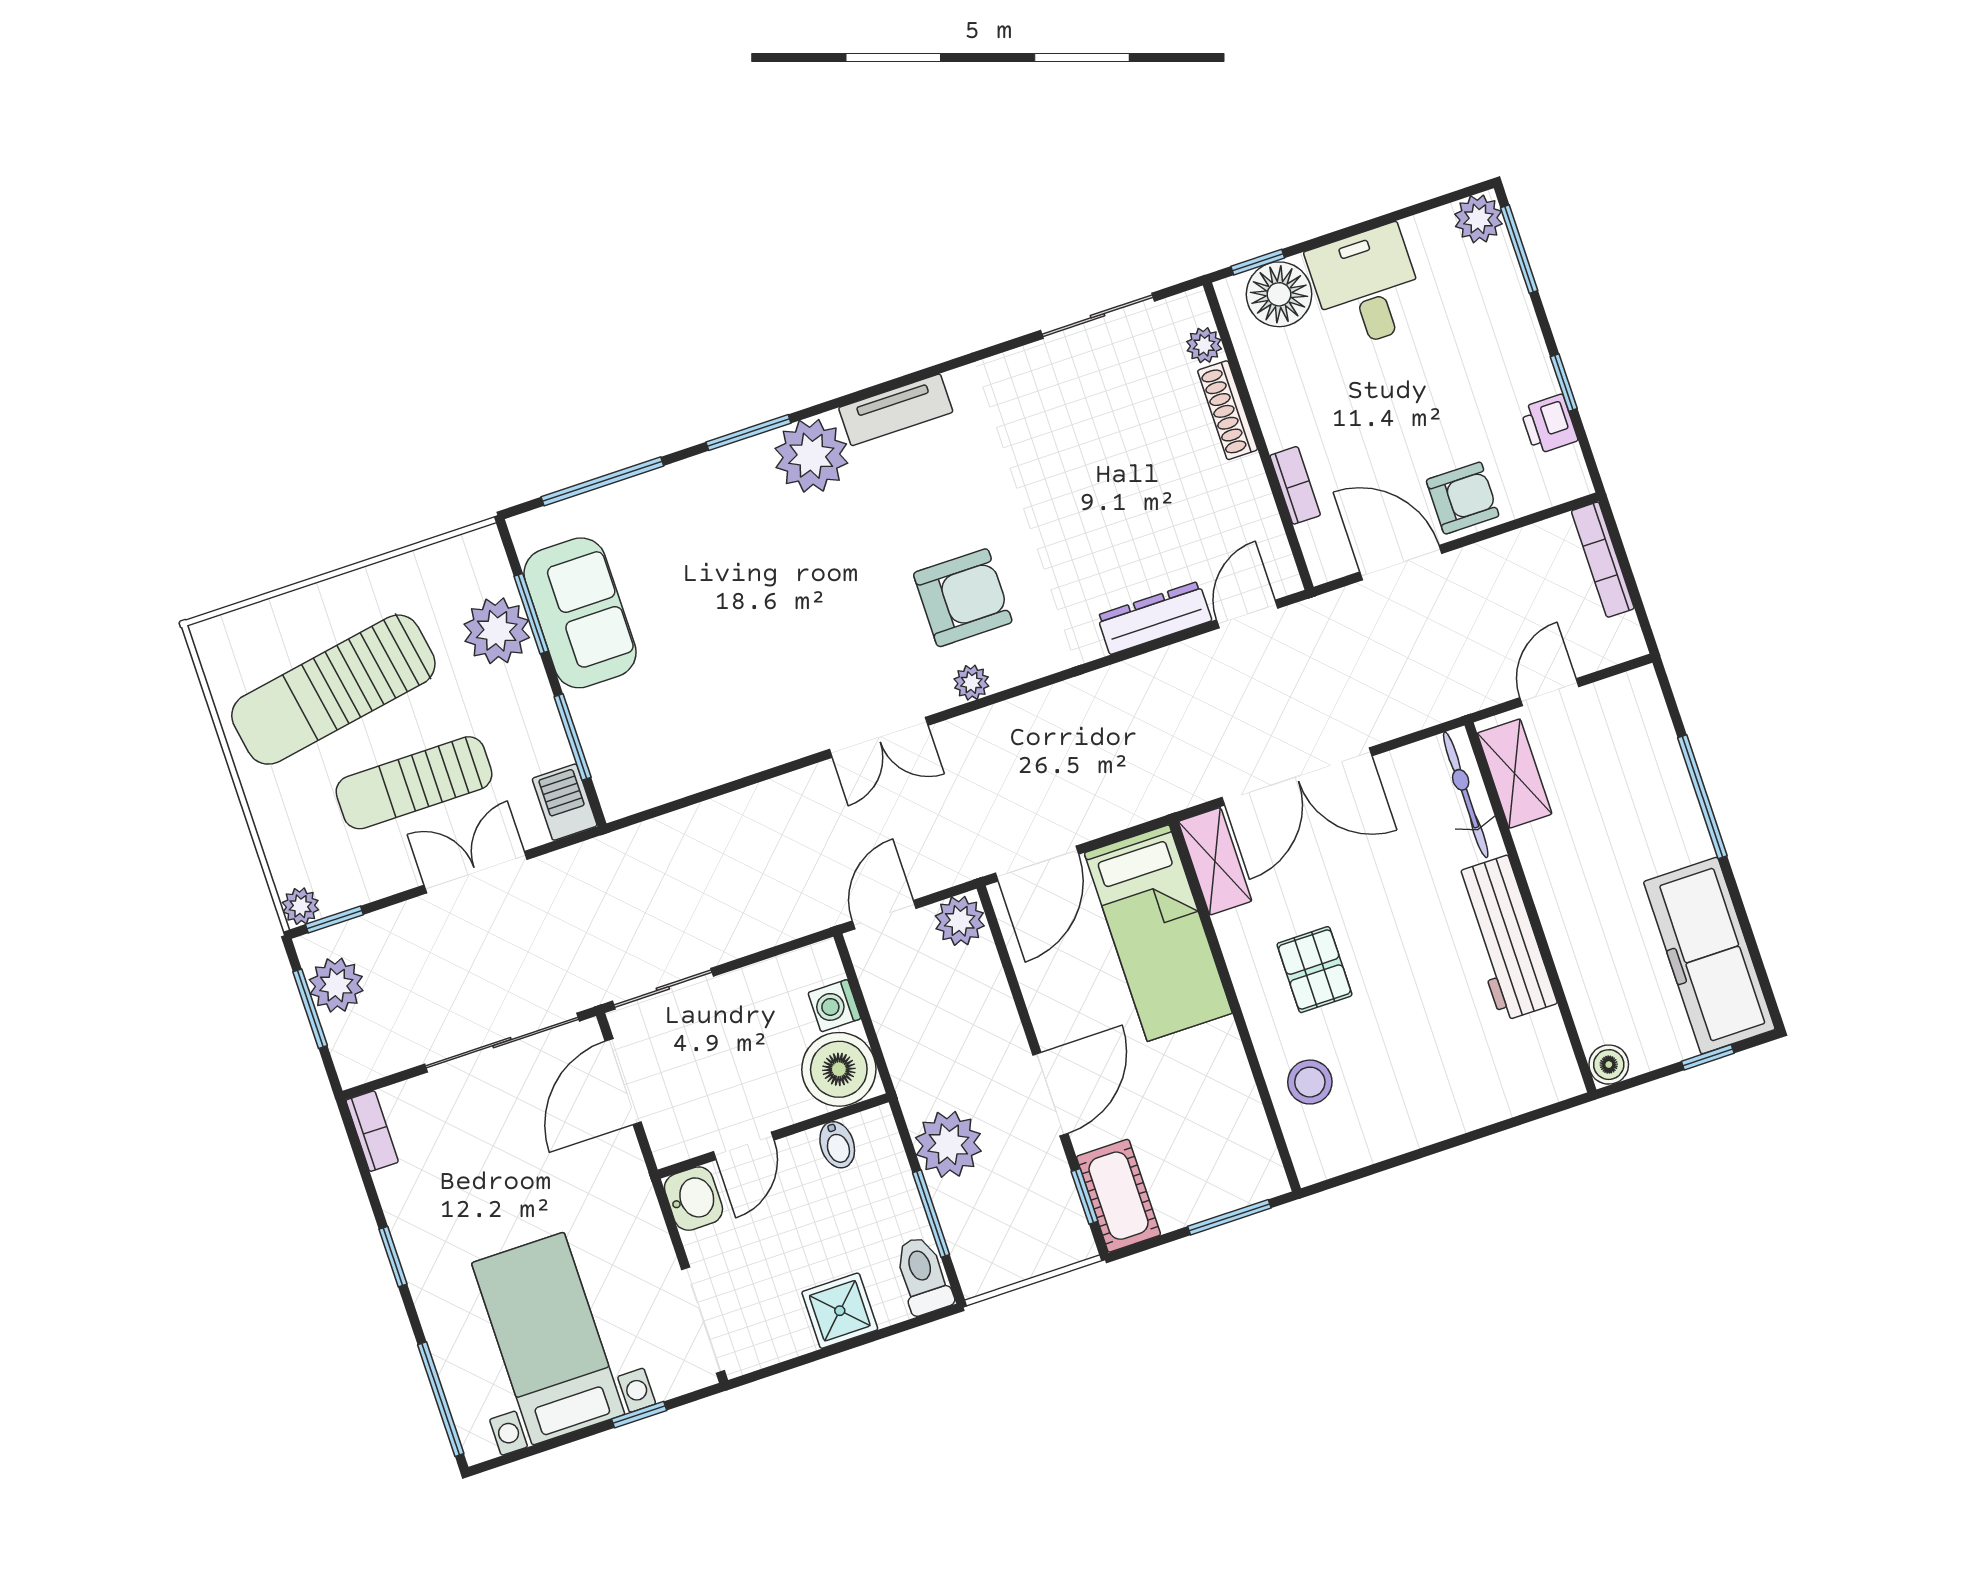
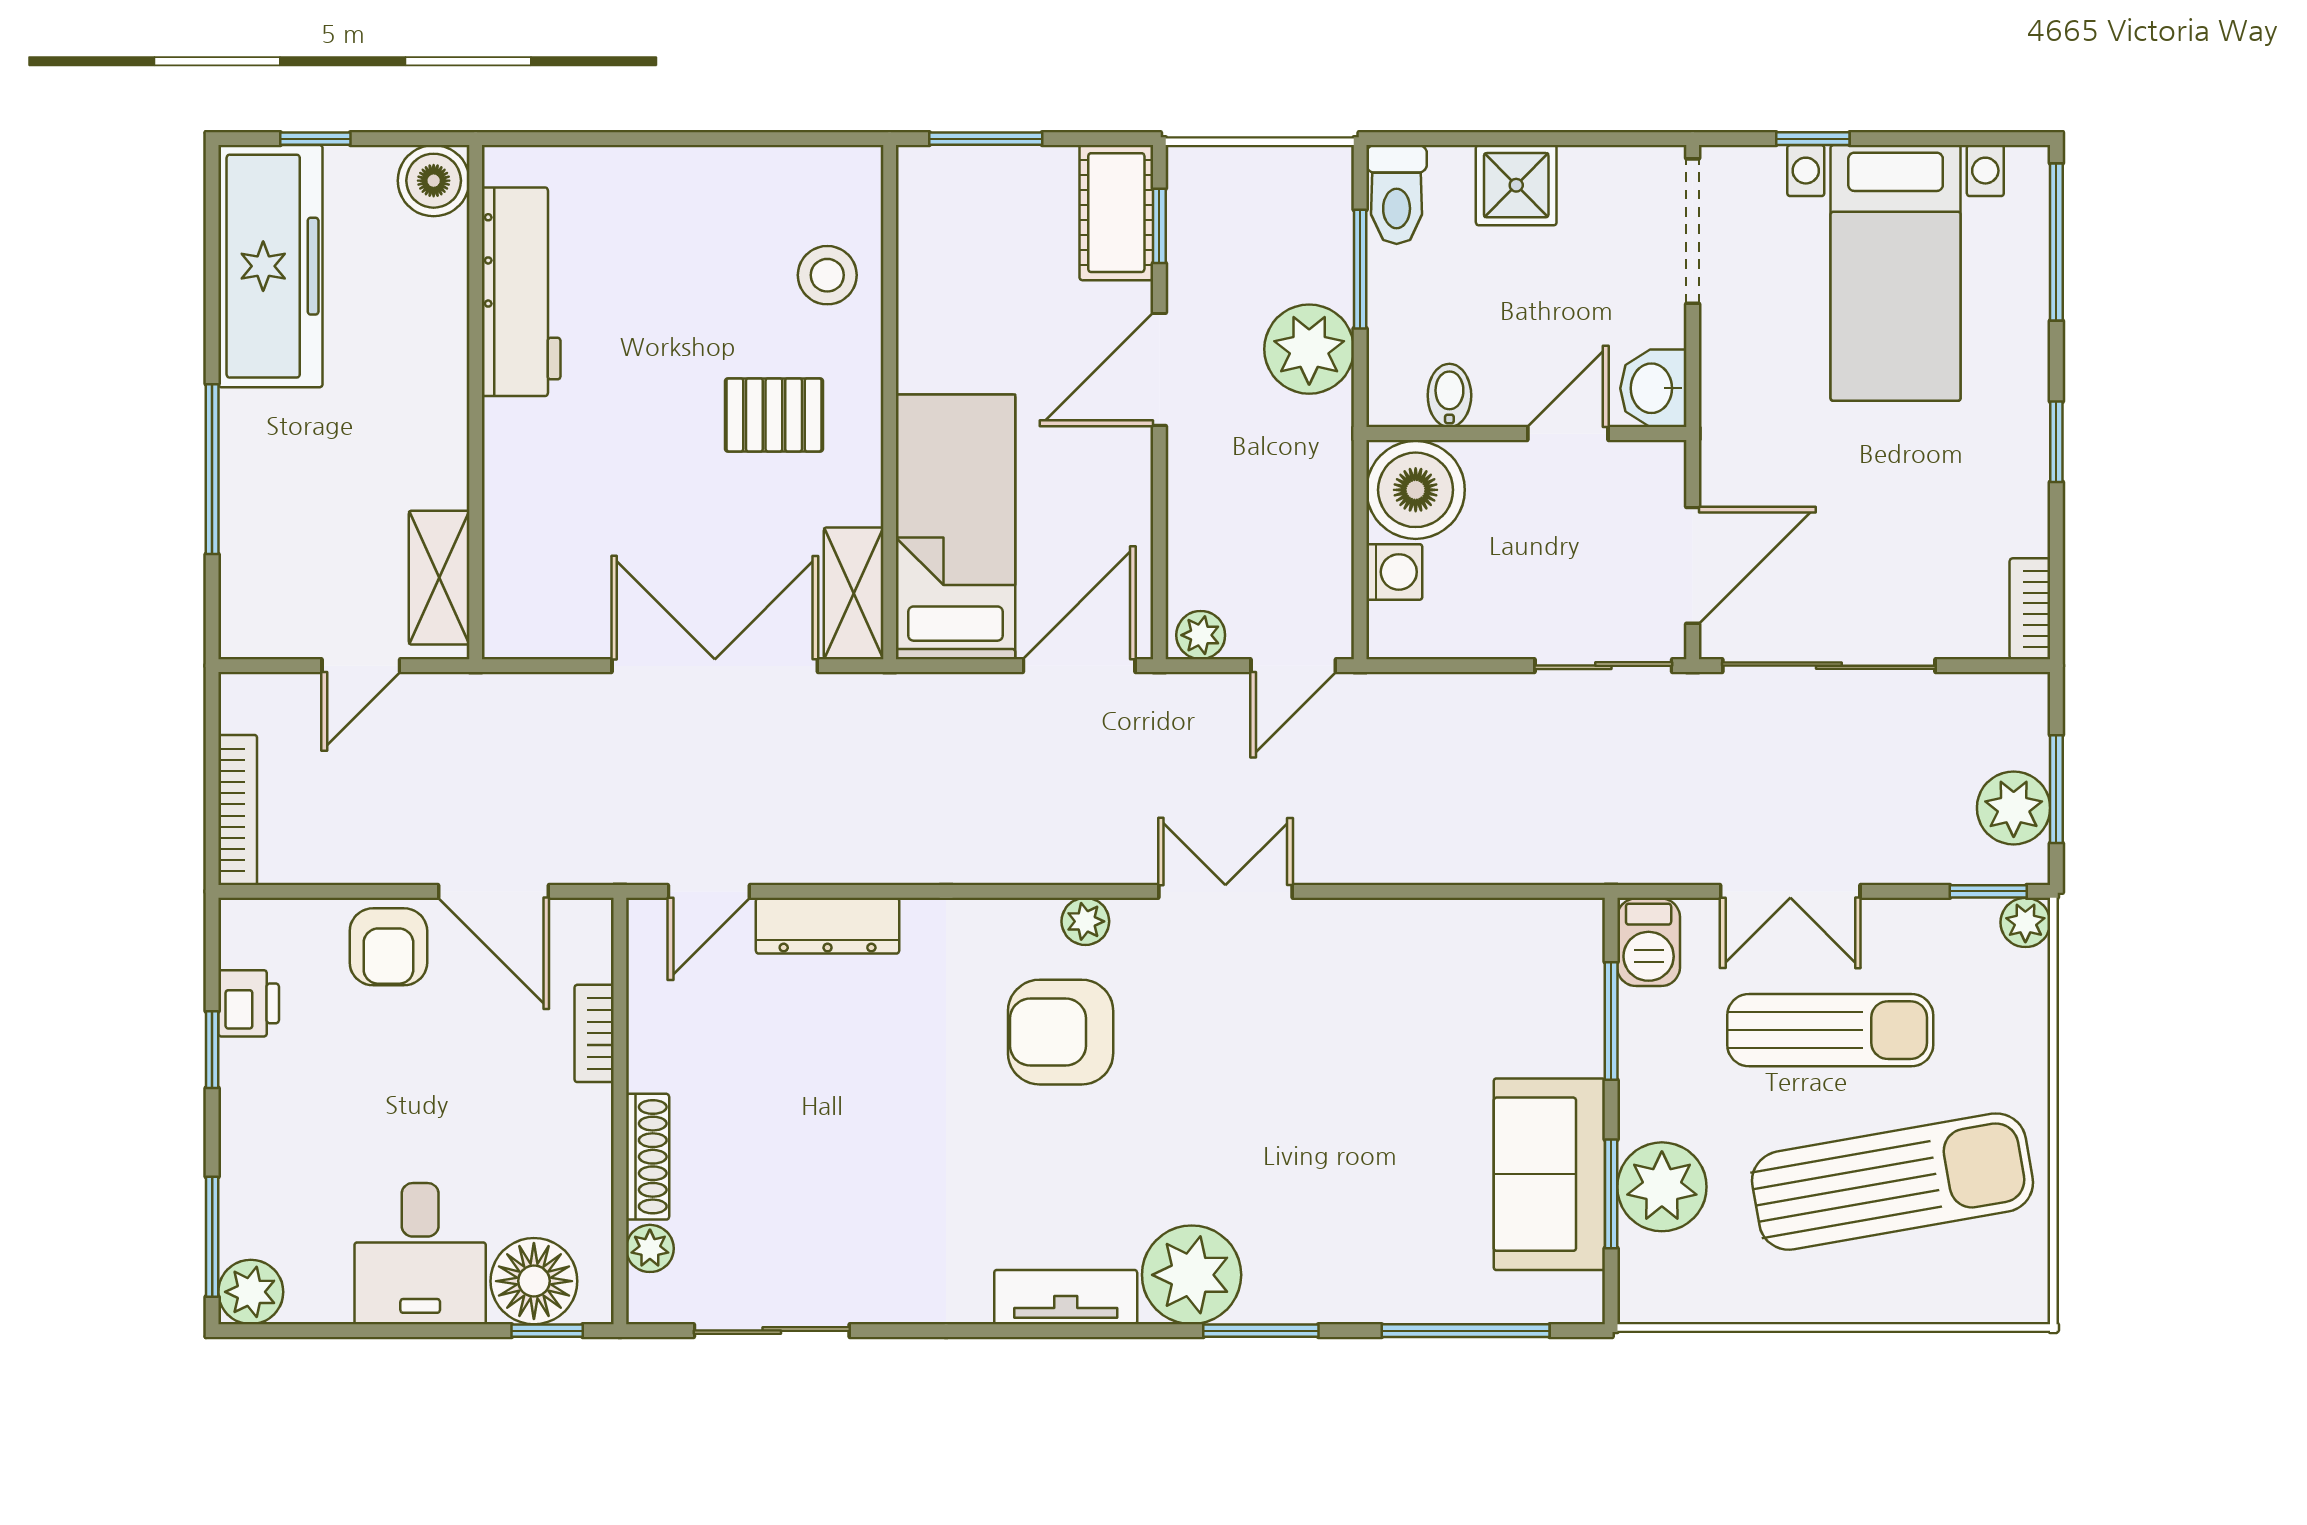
armchair: (1463, 498) -> (388, 947), turned -90
bicycle: (1466, 795) -> (510, 571), removed
plant: (960, 921) -> (1201, 635), width x0.73, depth x0.73
workbench: (1505, 938) -> (521, 292), moved
pallet: (1314, 970) -> (774, 415), turned 90
boiler: (1609, 1065) -> (434, 181), width x1.36, depth x1.36

